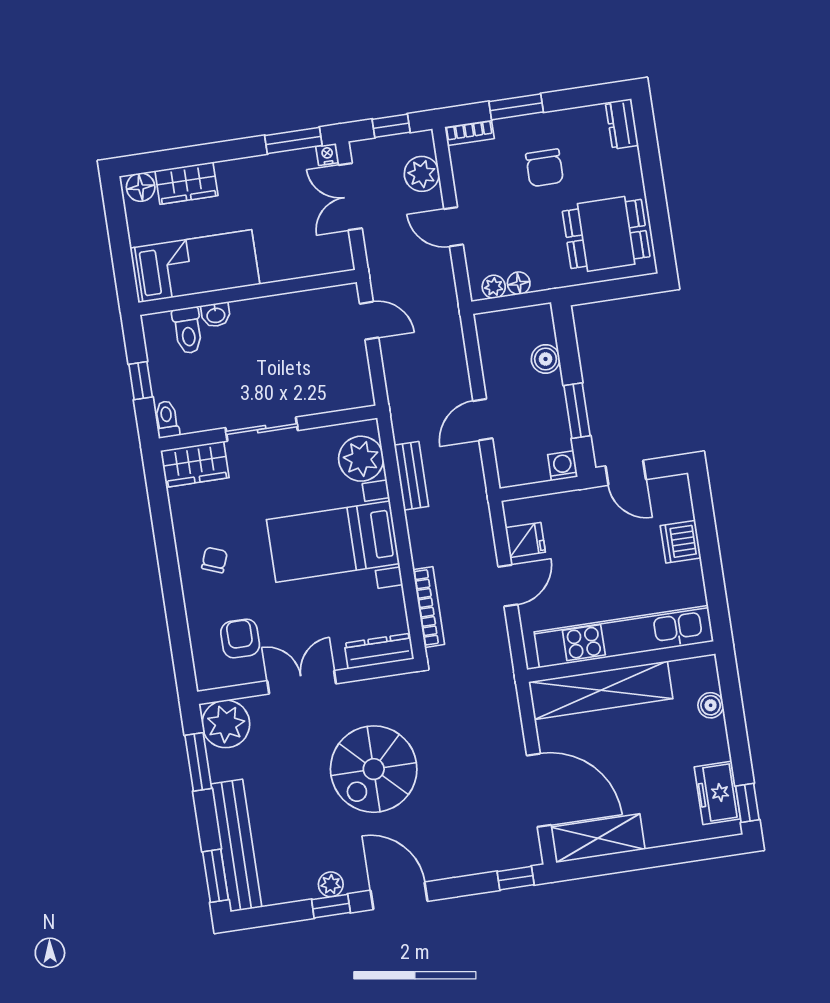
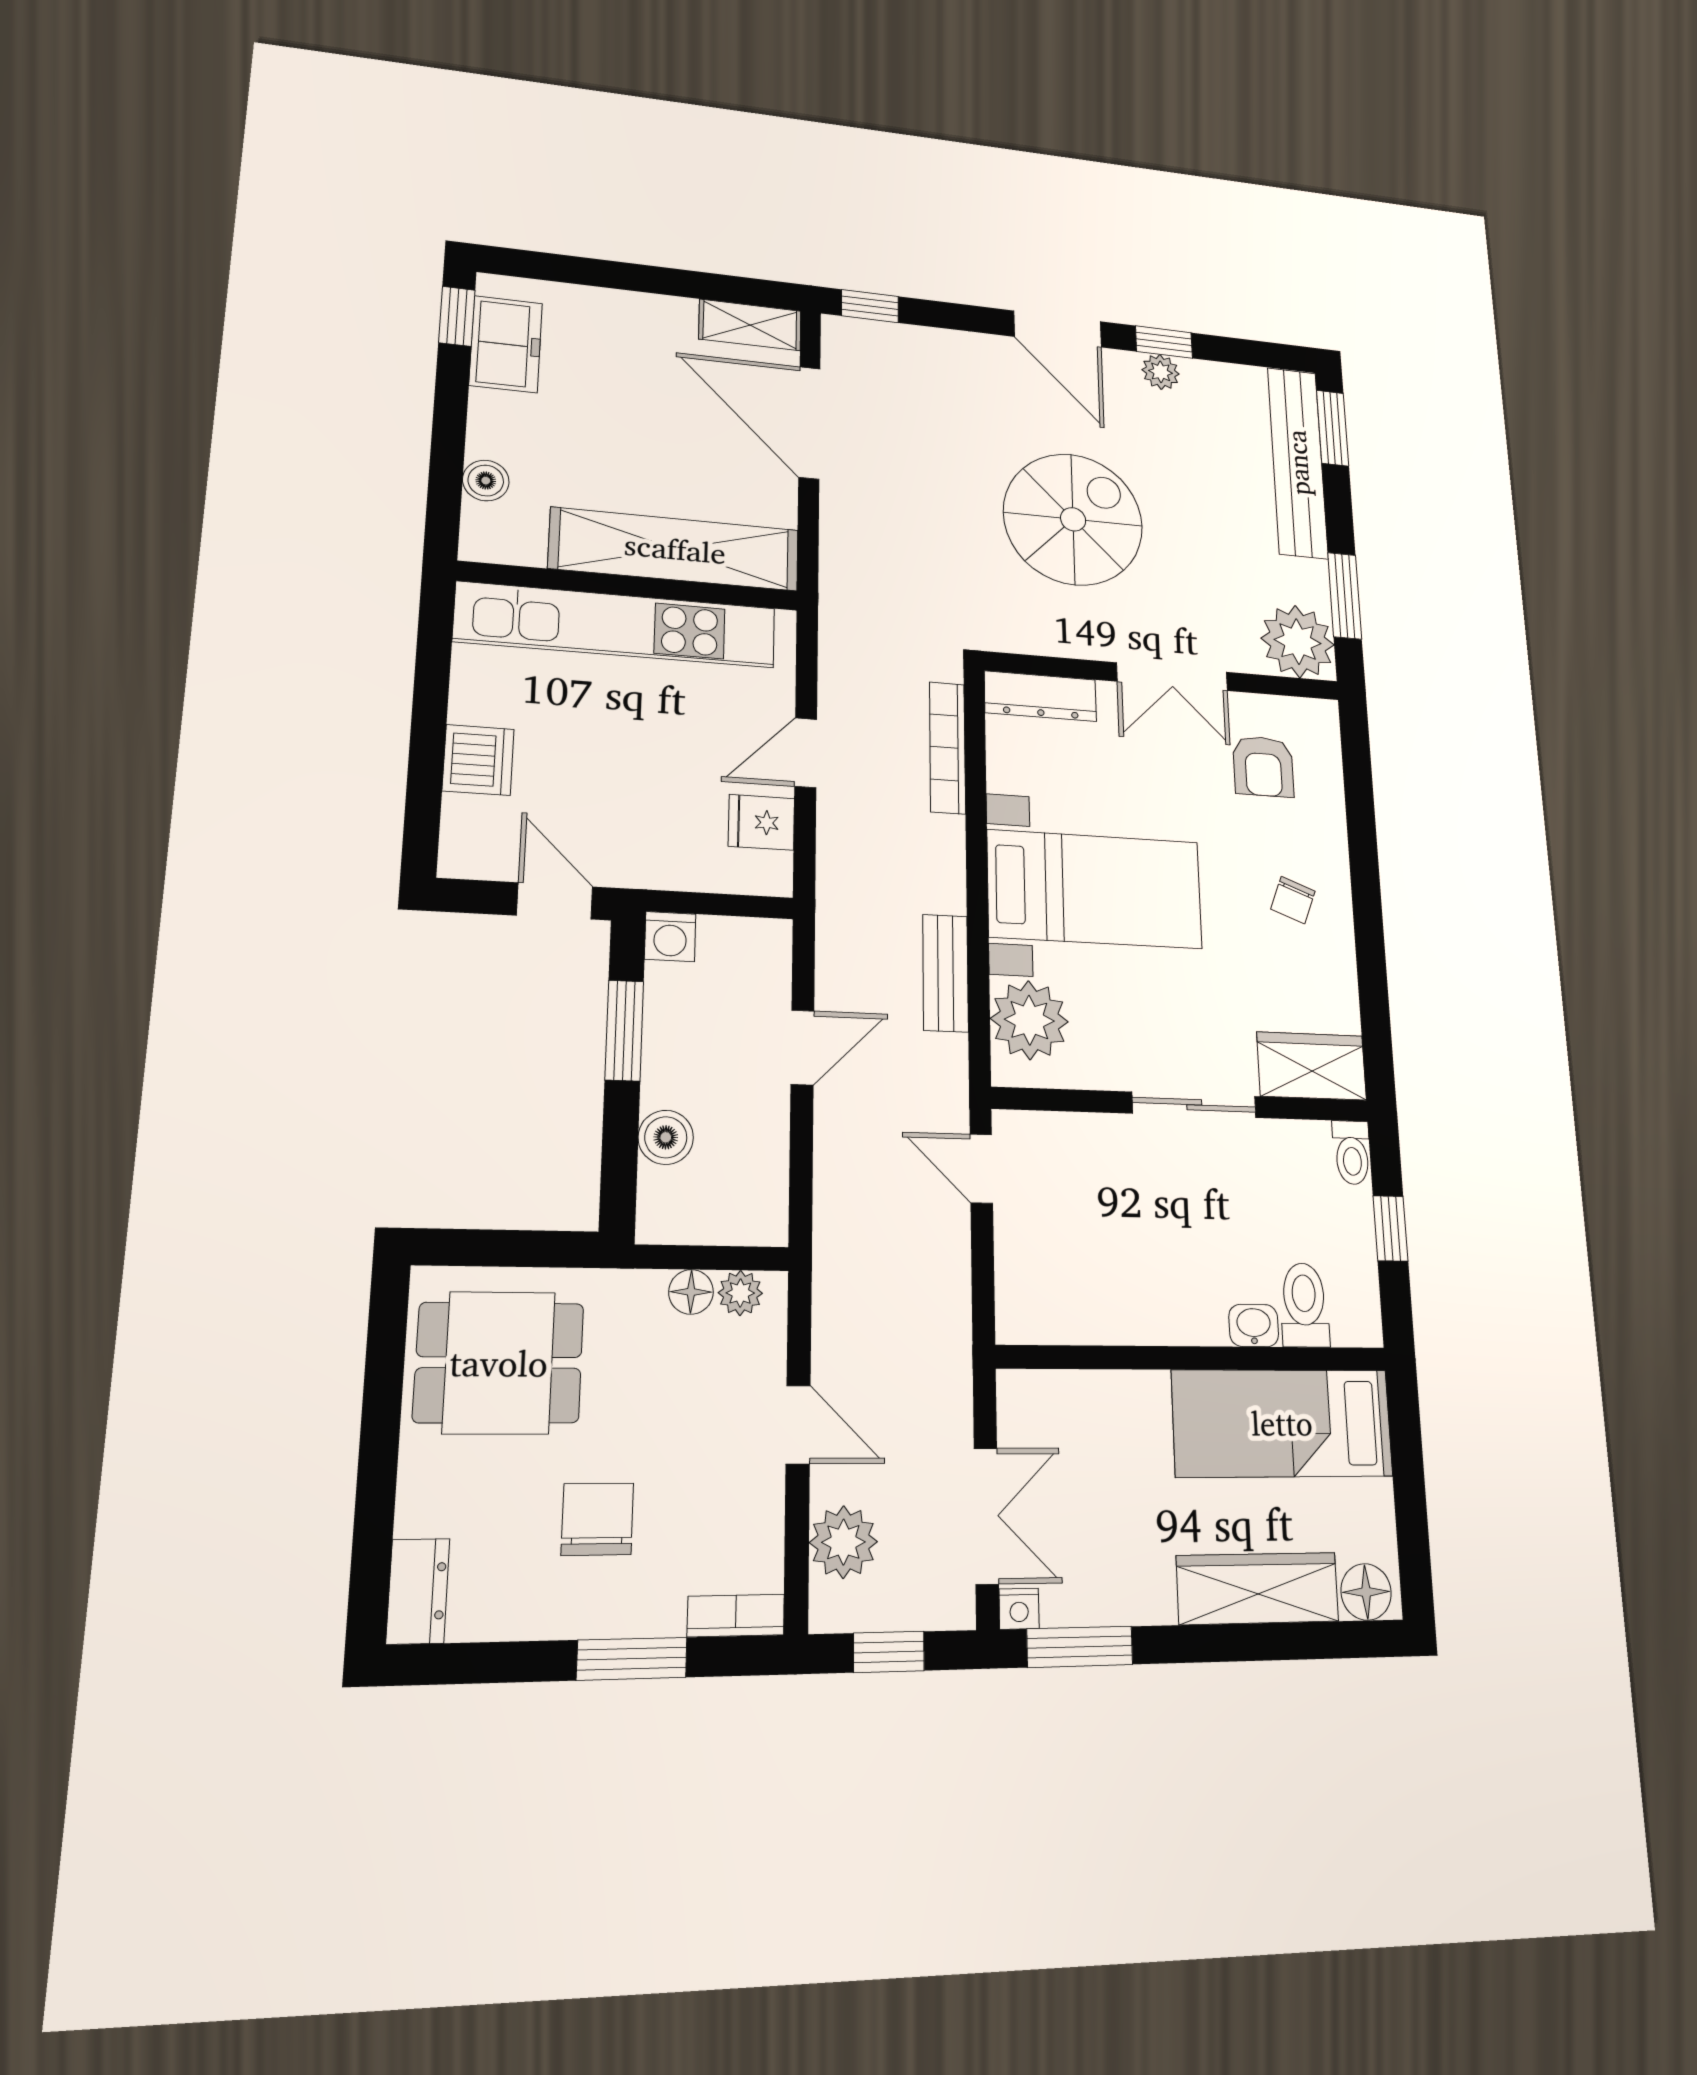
wardrobe: (186, 183) -> (1258, 1588), width x1.50
door: (369, 321) -> (981, 1169), moved
shelving: (598, 838) -> (750, 325), width x0.67, depth x0.75

